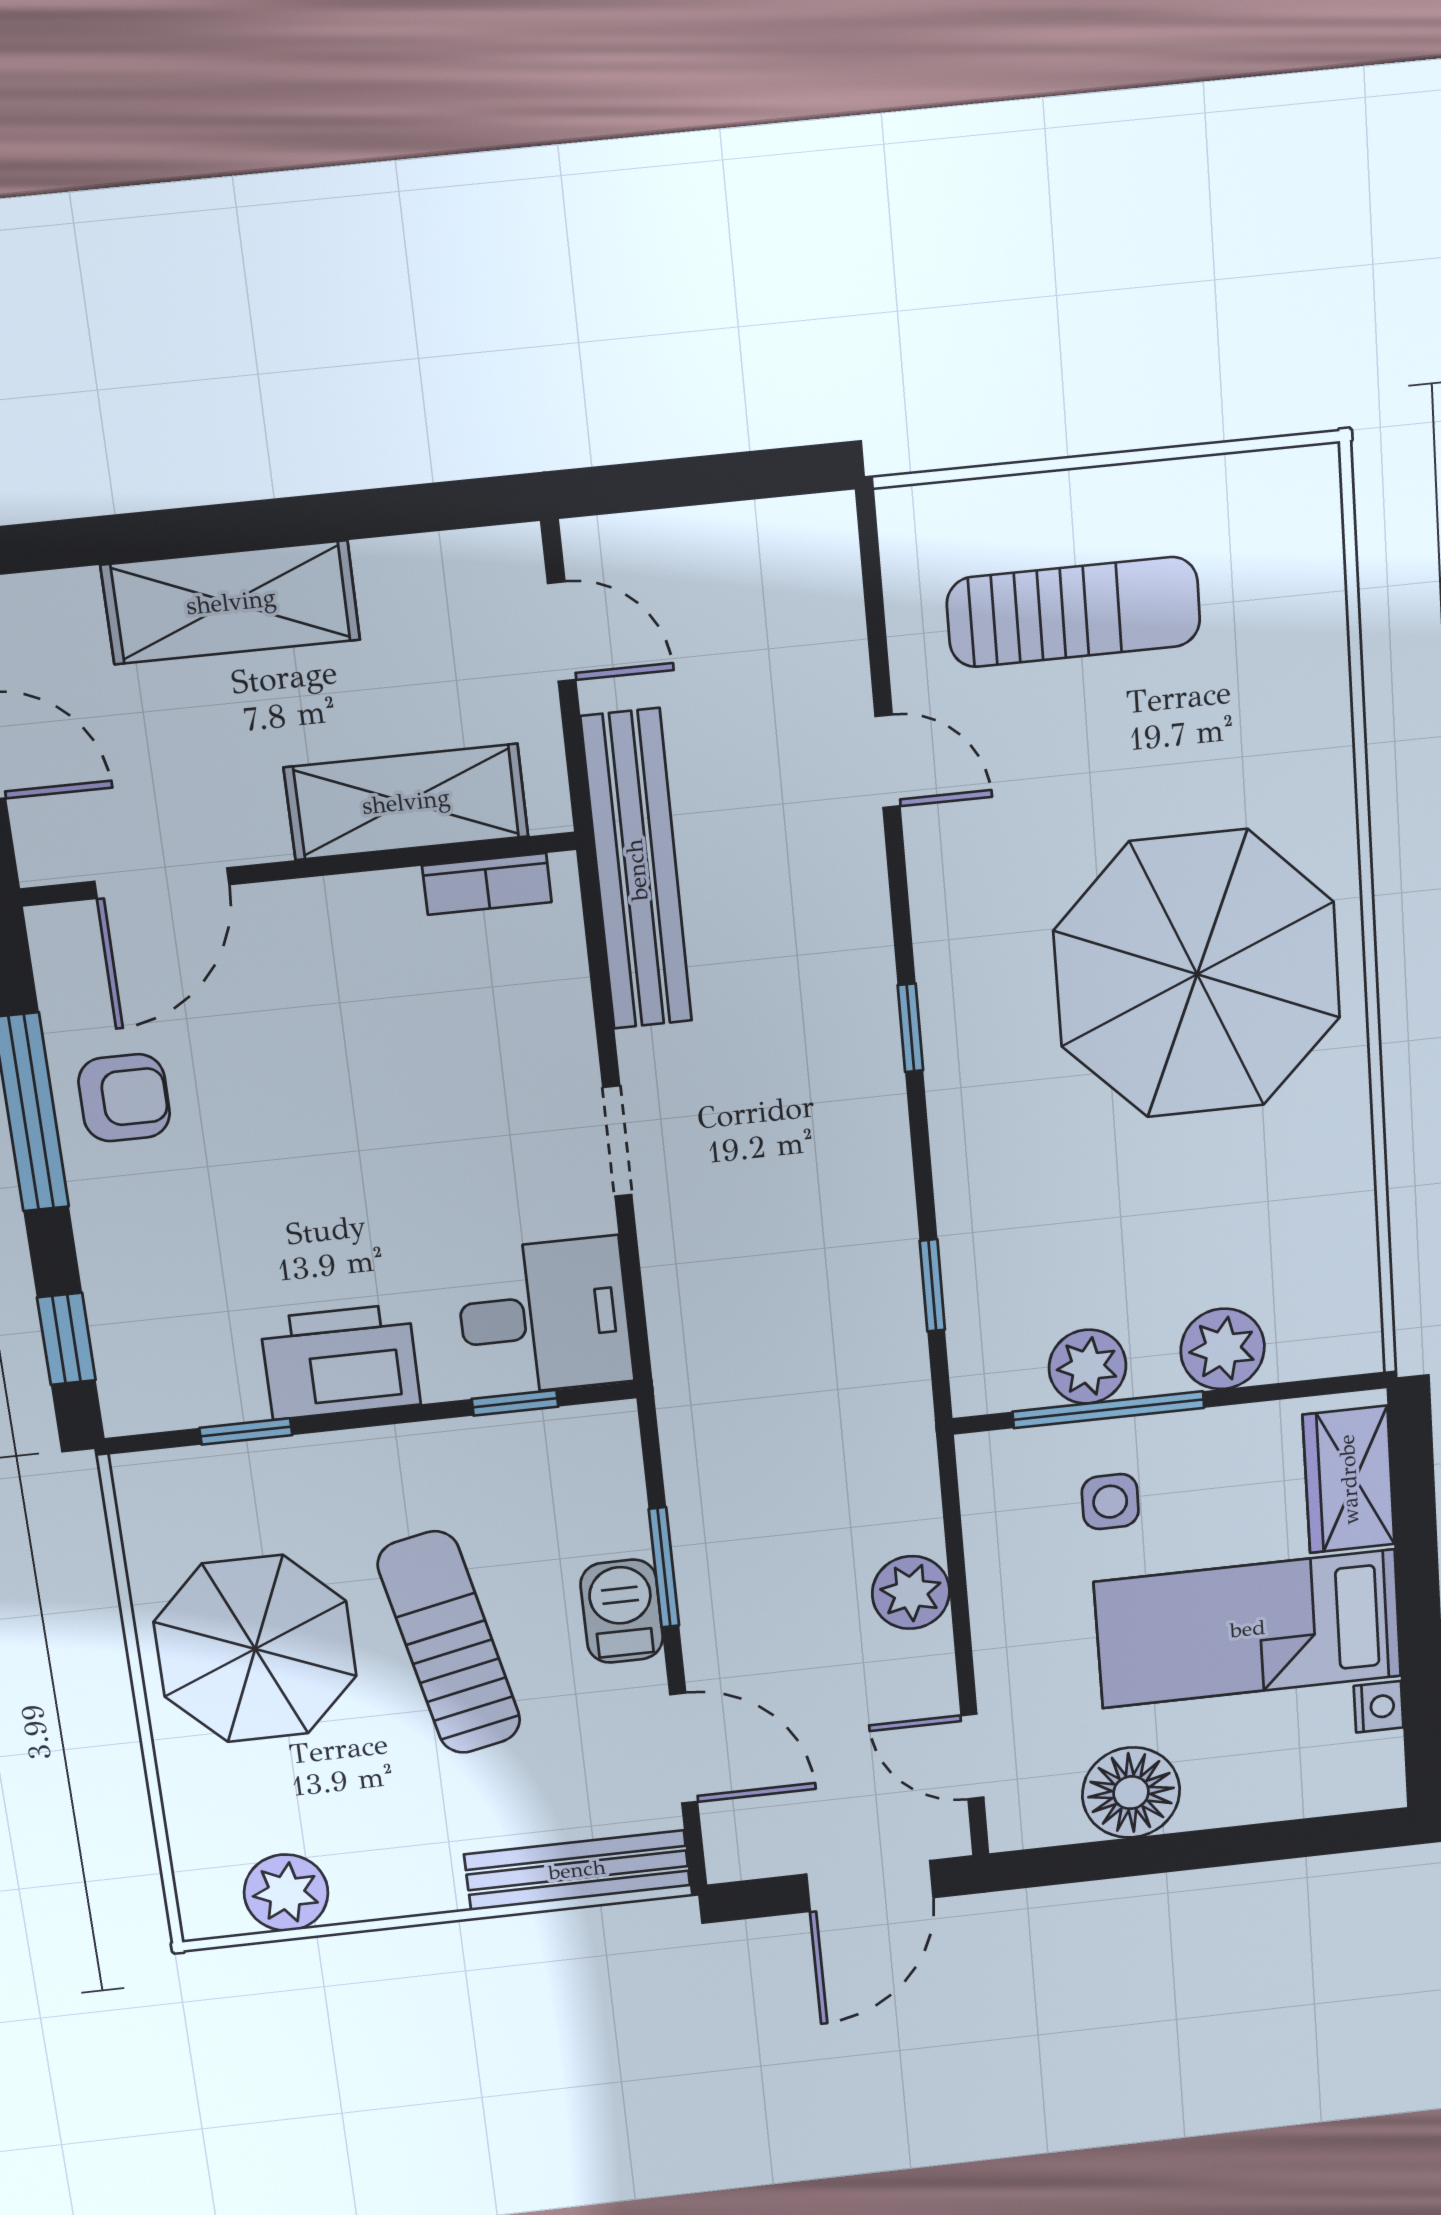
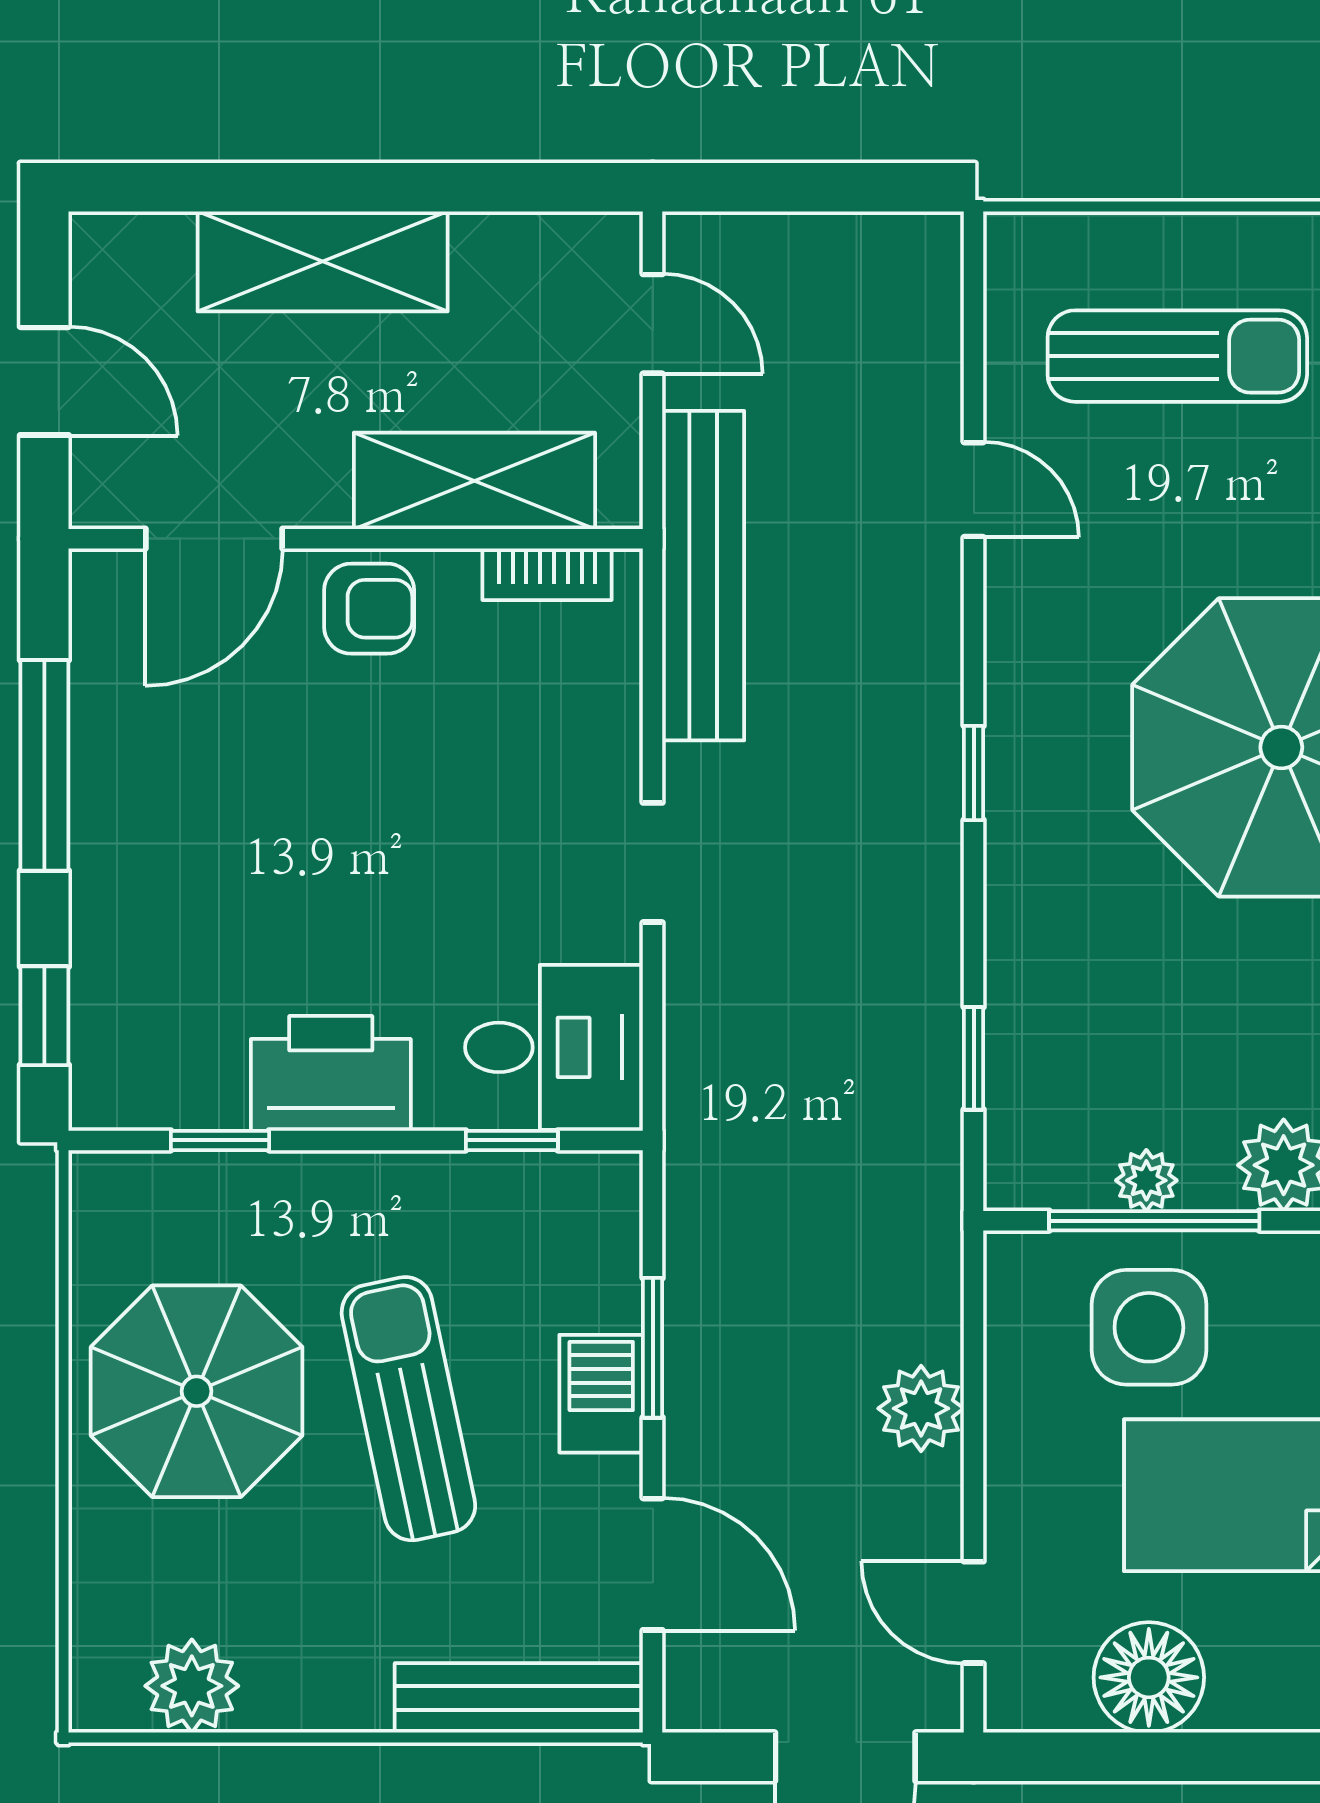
armchair: (124, 1098) -> (369, 609), moved
plant: (1087, 1367) -> (1146, 1180), width x0.73, depth x0.73
side table: (1110, 1502) -> (1149, 1327), width x1.87, depth x1.87

